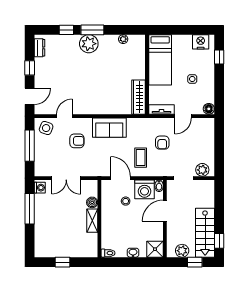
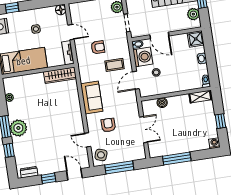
washing machine: (40, 188) -> (214, 143), moved
shelving: (92, 221) -> (200, 97), moved

